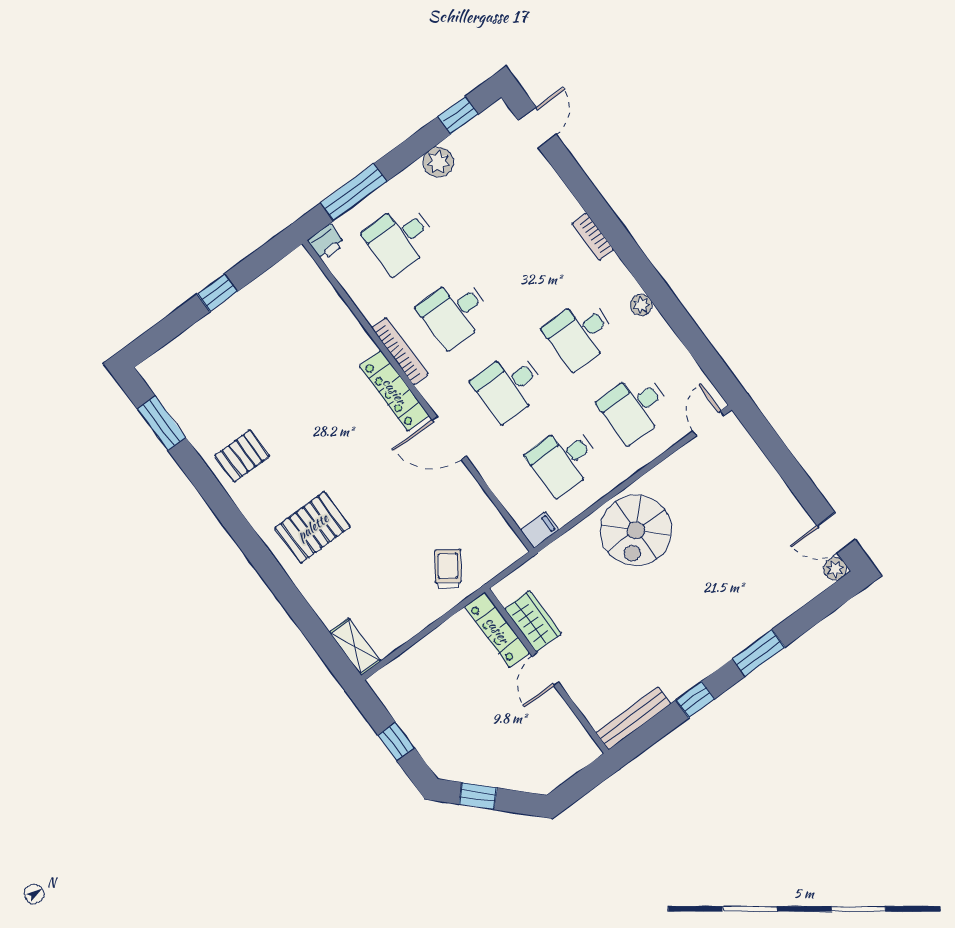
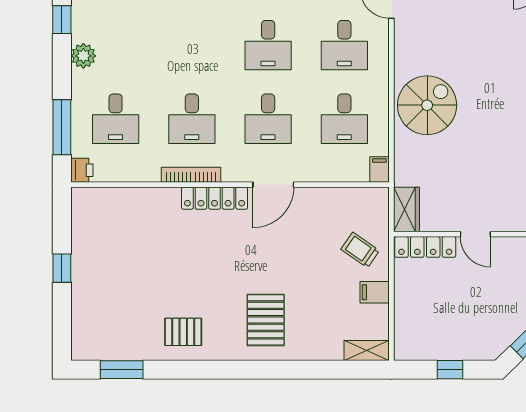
pallet: (242, 456) -> (183, 332), turned 90
spiral stairs: (636, 530) -> (427, 105), turned -90
filing cabinet: (417, 613) -> (375, 292), added
wardrobe: (533, 621) -> (406, 210), moved, turned 90

